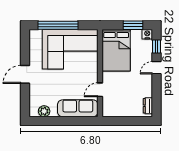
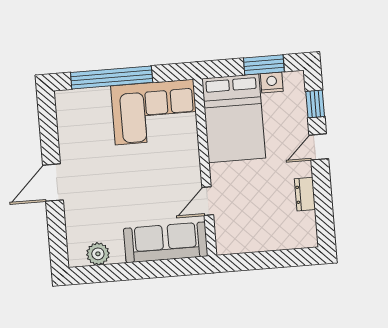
nightstand: (147, 34) -> (272, 82), moved
corner sofa: (70, 49) -> (154, 112), width x0.73, depth x0.74
dresser: (148, 106) -> (305, 194), moved

